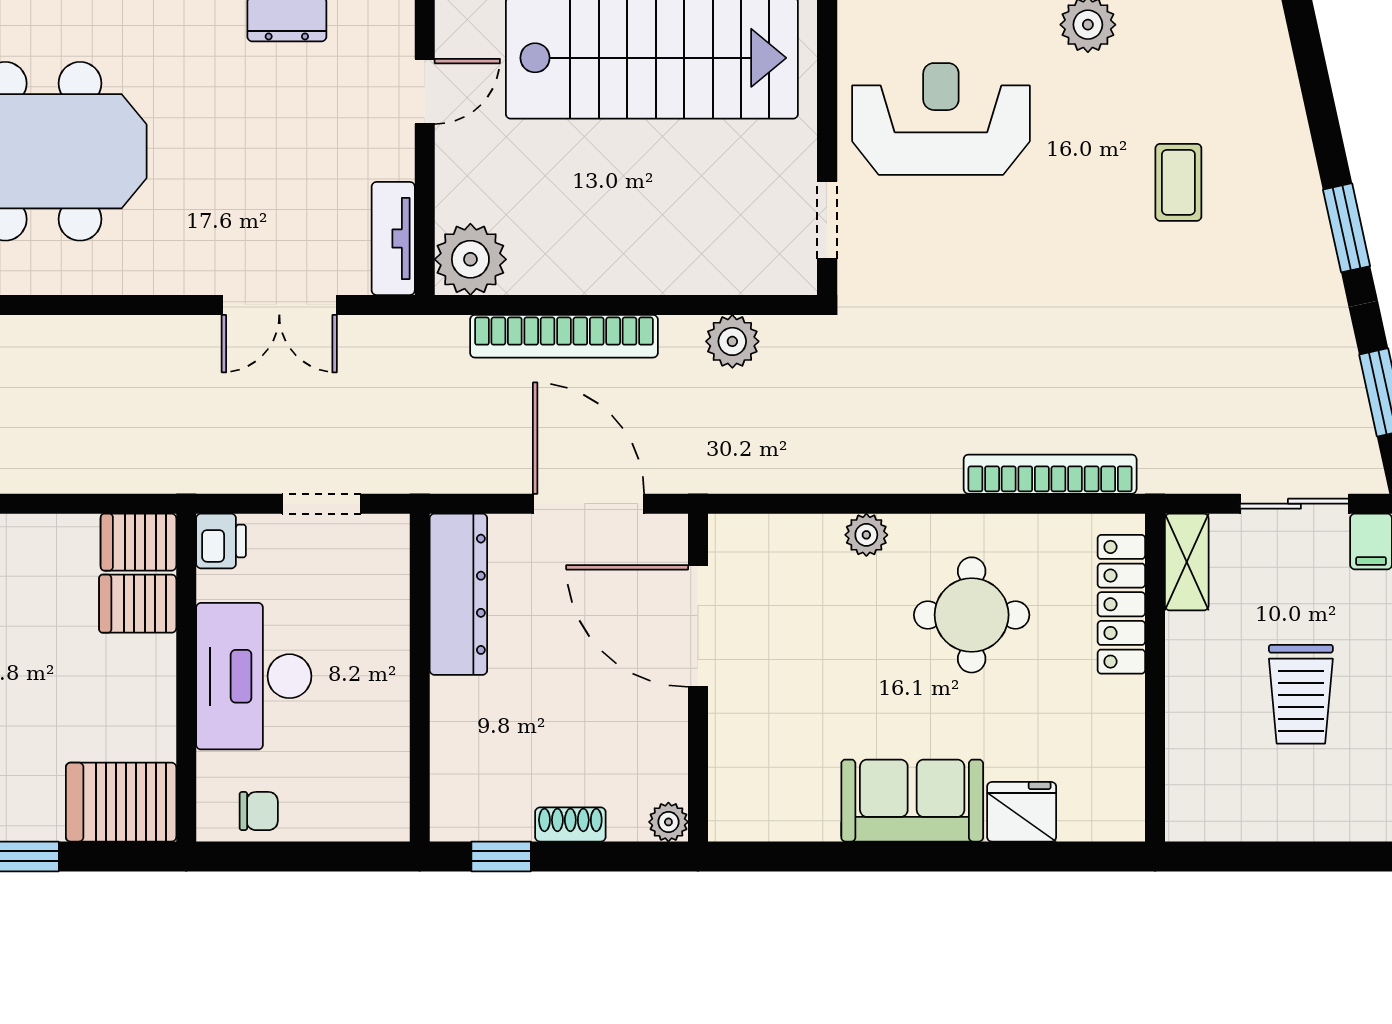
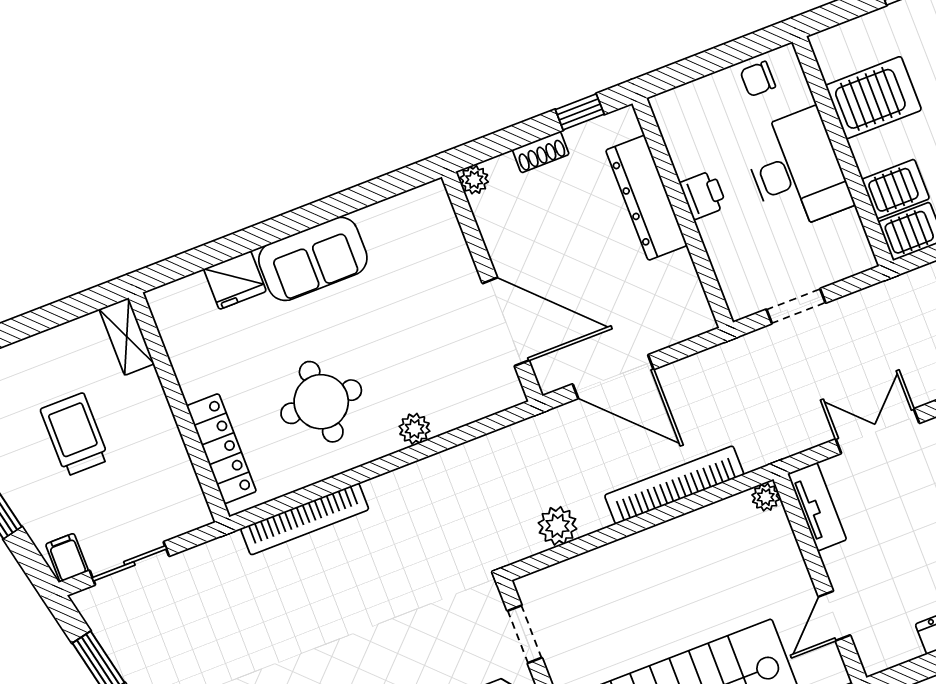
plant: (470, 259) -> (766, 497), width x0.53, depth x0.53
printer: (221, 541) -> (703, 195), moved, turned 180
shelving: (1187, 562) -> (127, 337), moved
dresser: (458, 594) -> (646, 198), moved
server rack: (121, 802) -> (873, 98), moved

